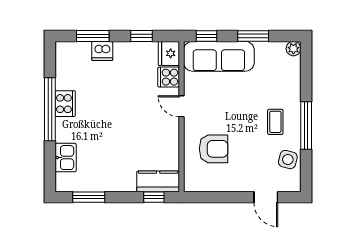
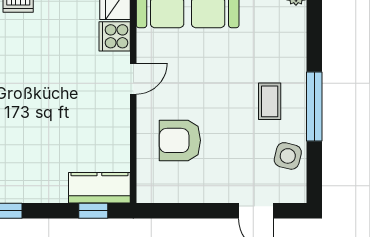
door: (181, 106) -> (133, 79), swing flipped
armchair: (213, 149) -> (180, 140), turned 180

